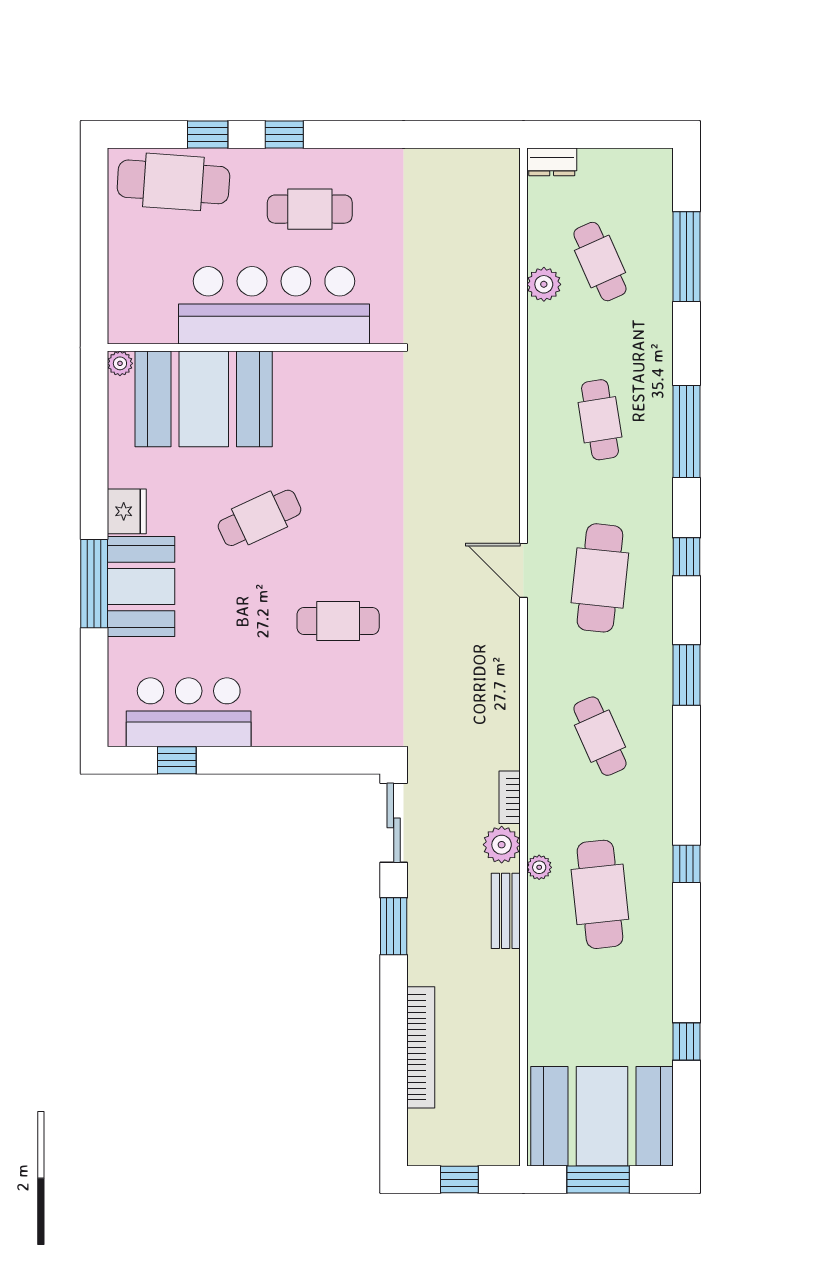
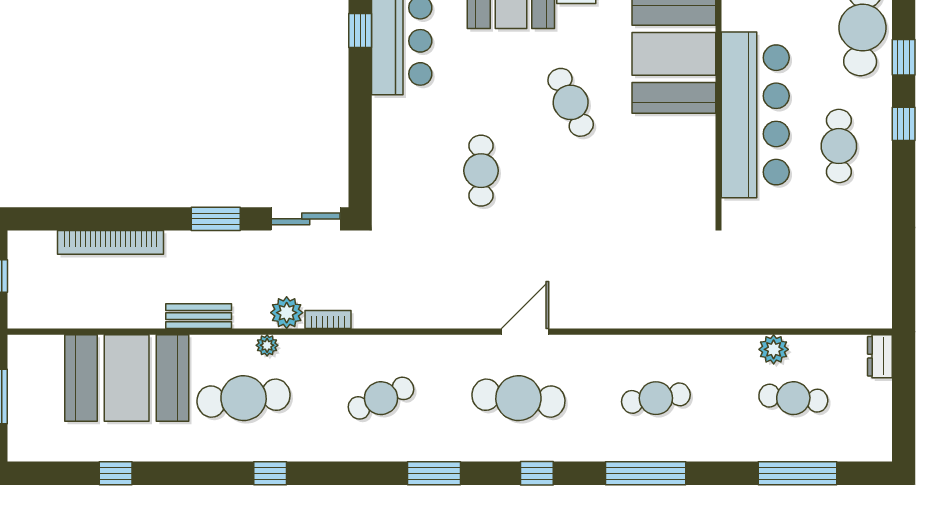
cafe table: (600, 262) -> (793, 398), turned 30
bench: (506, 911) -> (199, 316), moved
booth: (602, 1116) -> (127, 378), moved, turned 90

